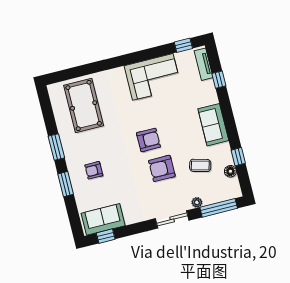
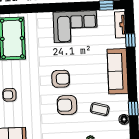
sofa: (213, 125) -> (118, 71), width x1.36

